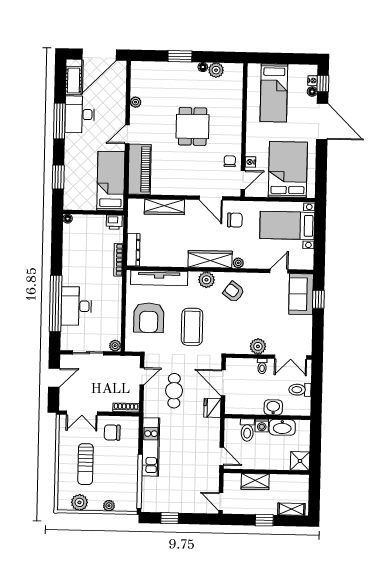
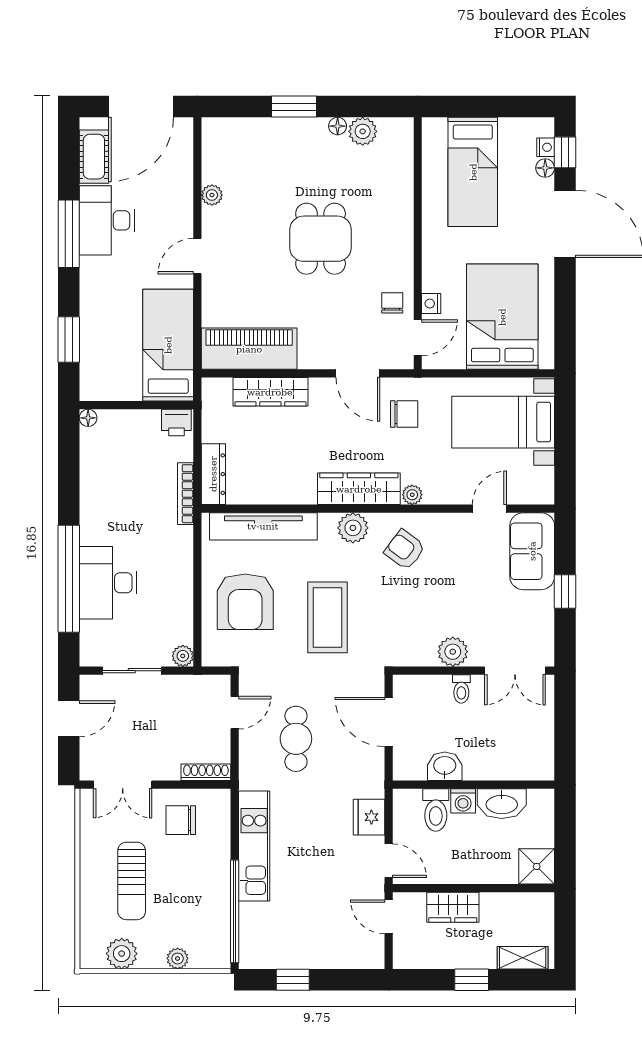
piano: (140, 169) -> (249, 349), moved, turned -90
window: (318, 299) -> (565, 591), moved
toilet: (300, 390) -> (534, 732), removed
washbasin: (273, 407) -> (445, 766), moved
fridge: (212, 408) -> (369, 817), moved
door: (221, 502) -> (389, 917), moved

